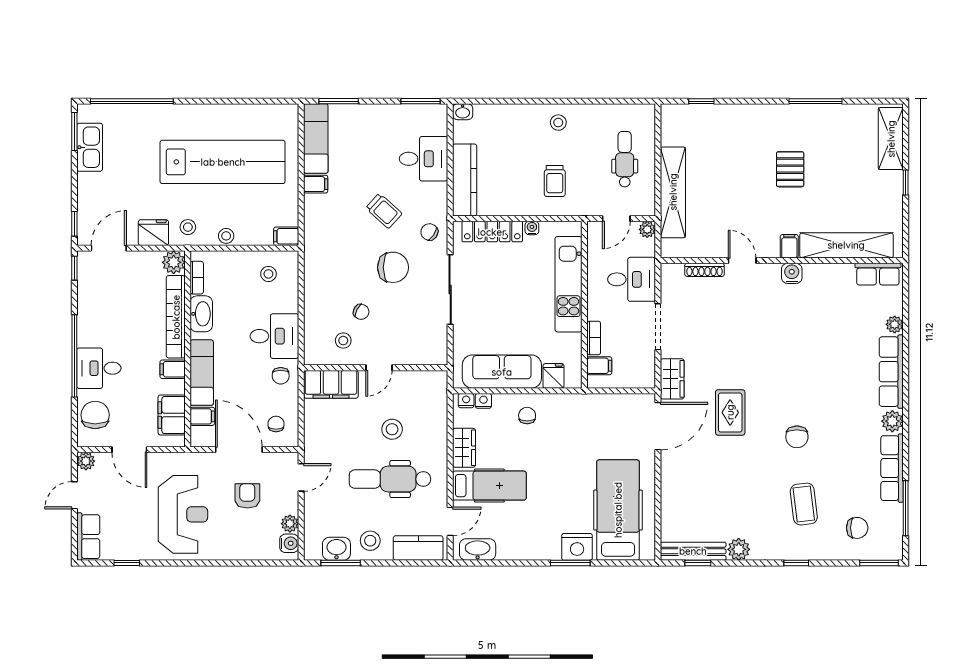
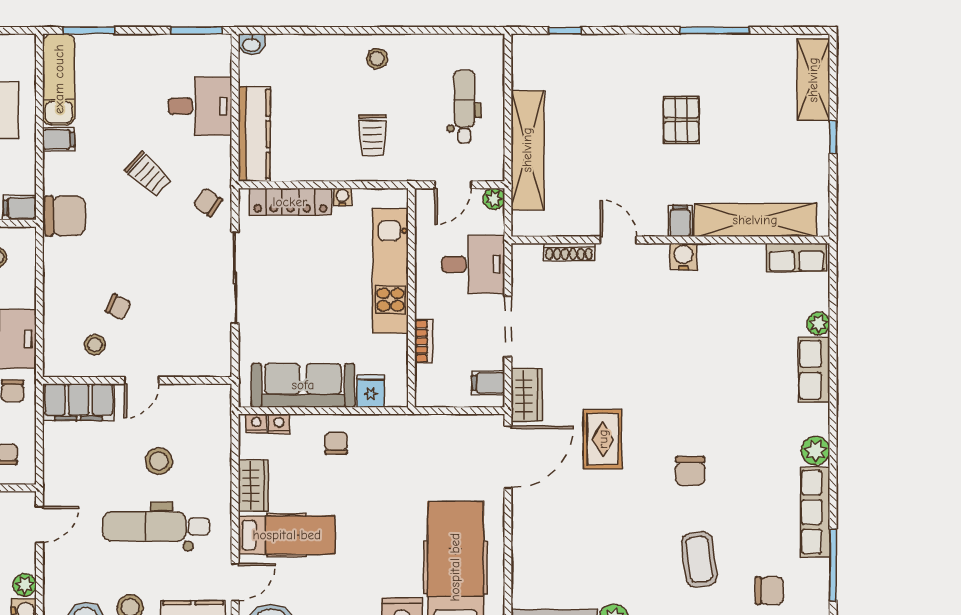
chair: (393, 267) -> (65, 216), moved
filing cabinet: (599, 366) -> (488, 383), moved, turned 180
row of seats: (891, 372) -> (814, 370), width x0.68

